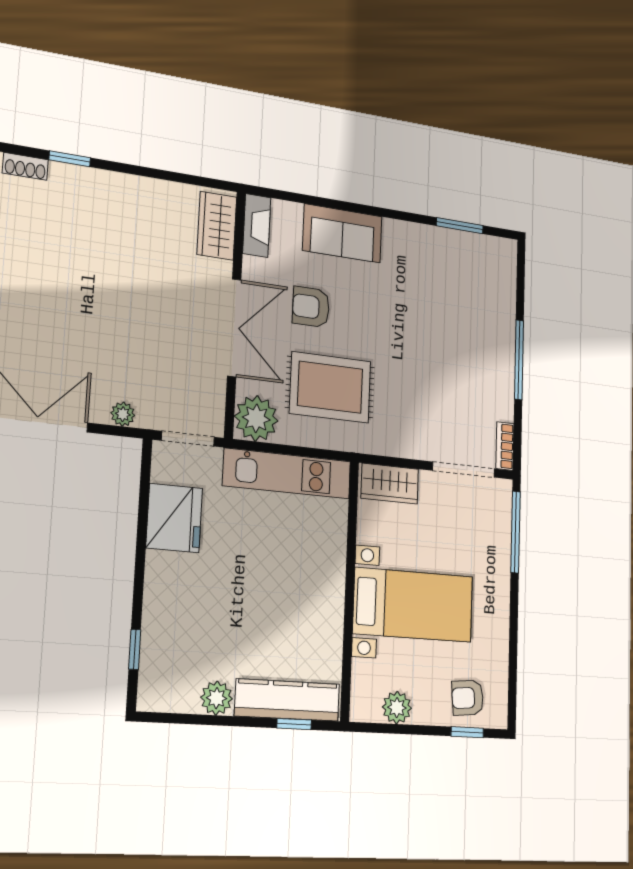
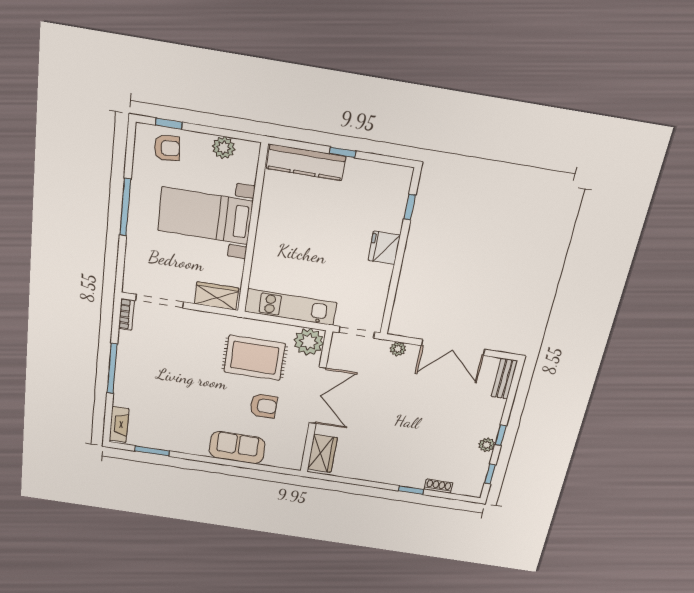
fireplace: (257, 225) -> (119, 424), moved, turned 180
double door: (234, 328) -> (318, 396), swing flipped
fridge: (174, 518) -> (384, 248), moved, width x0.73, depth x0.75
window: (516, 532) -> (125, 207), moved
plant: (217, 698) -> (357, 170), removed
window: (294, 724) -> (343, 152), moved

